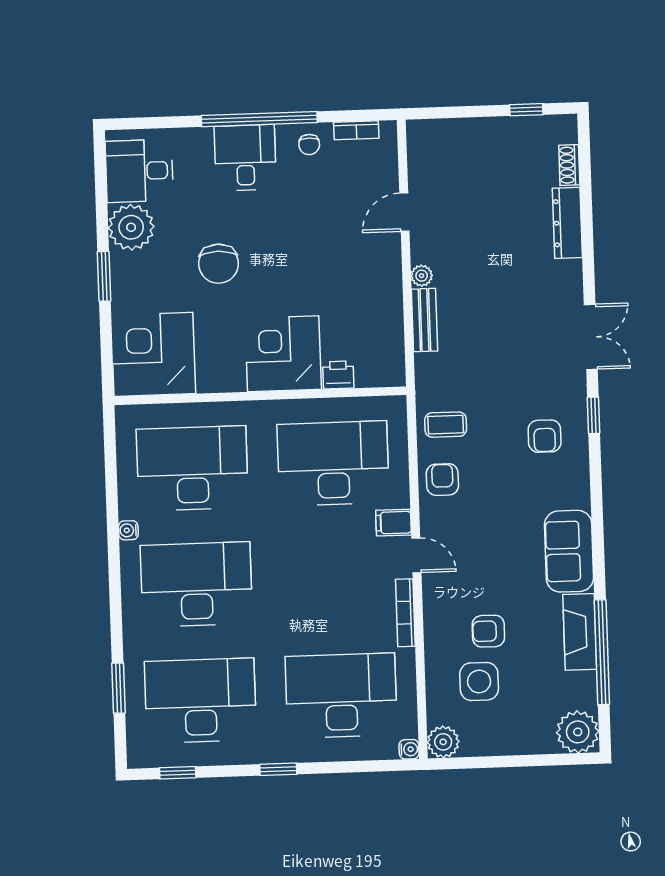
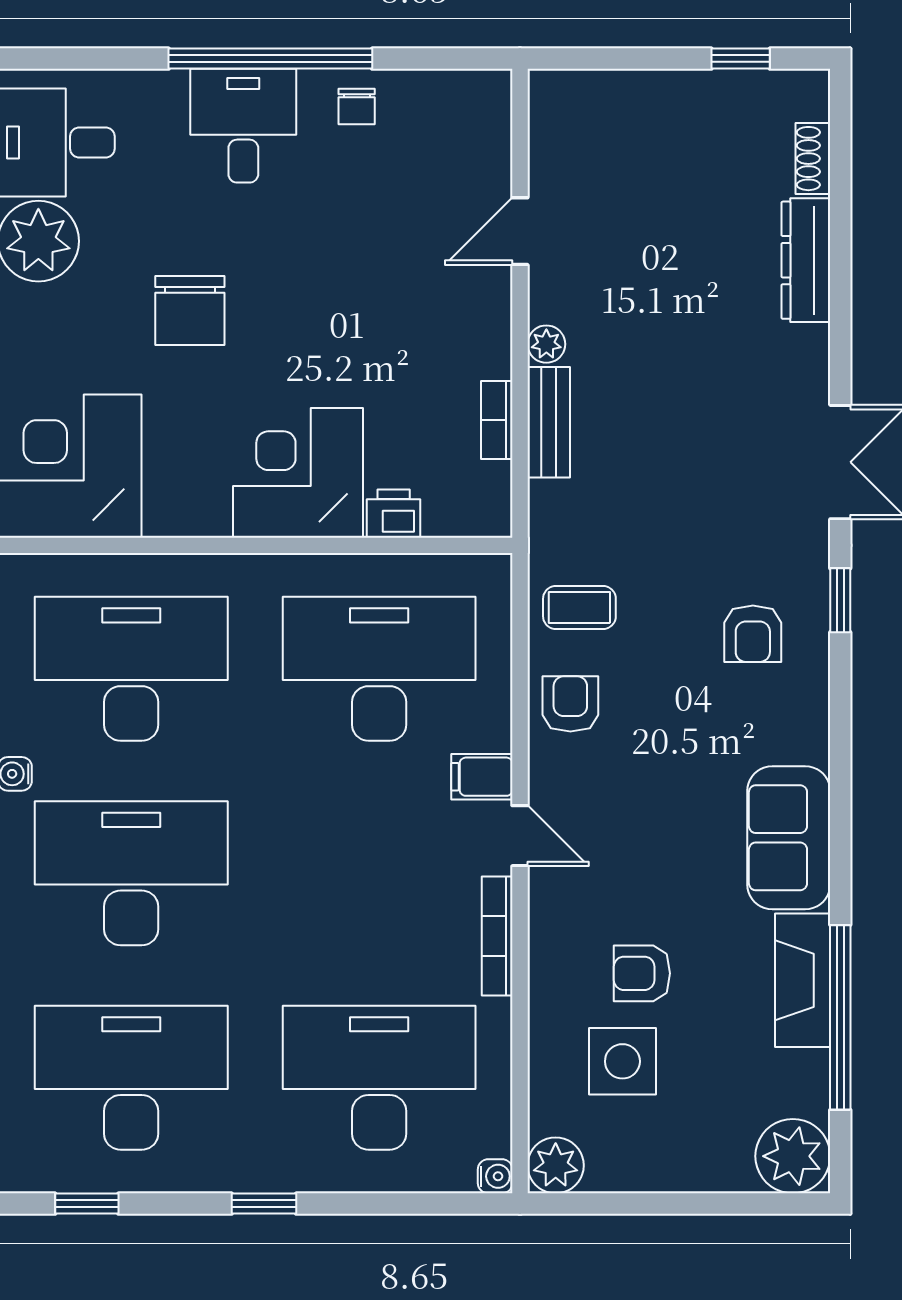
bookcase: (356, 130) -> (497, 420), moved, turned 90

